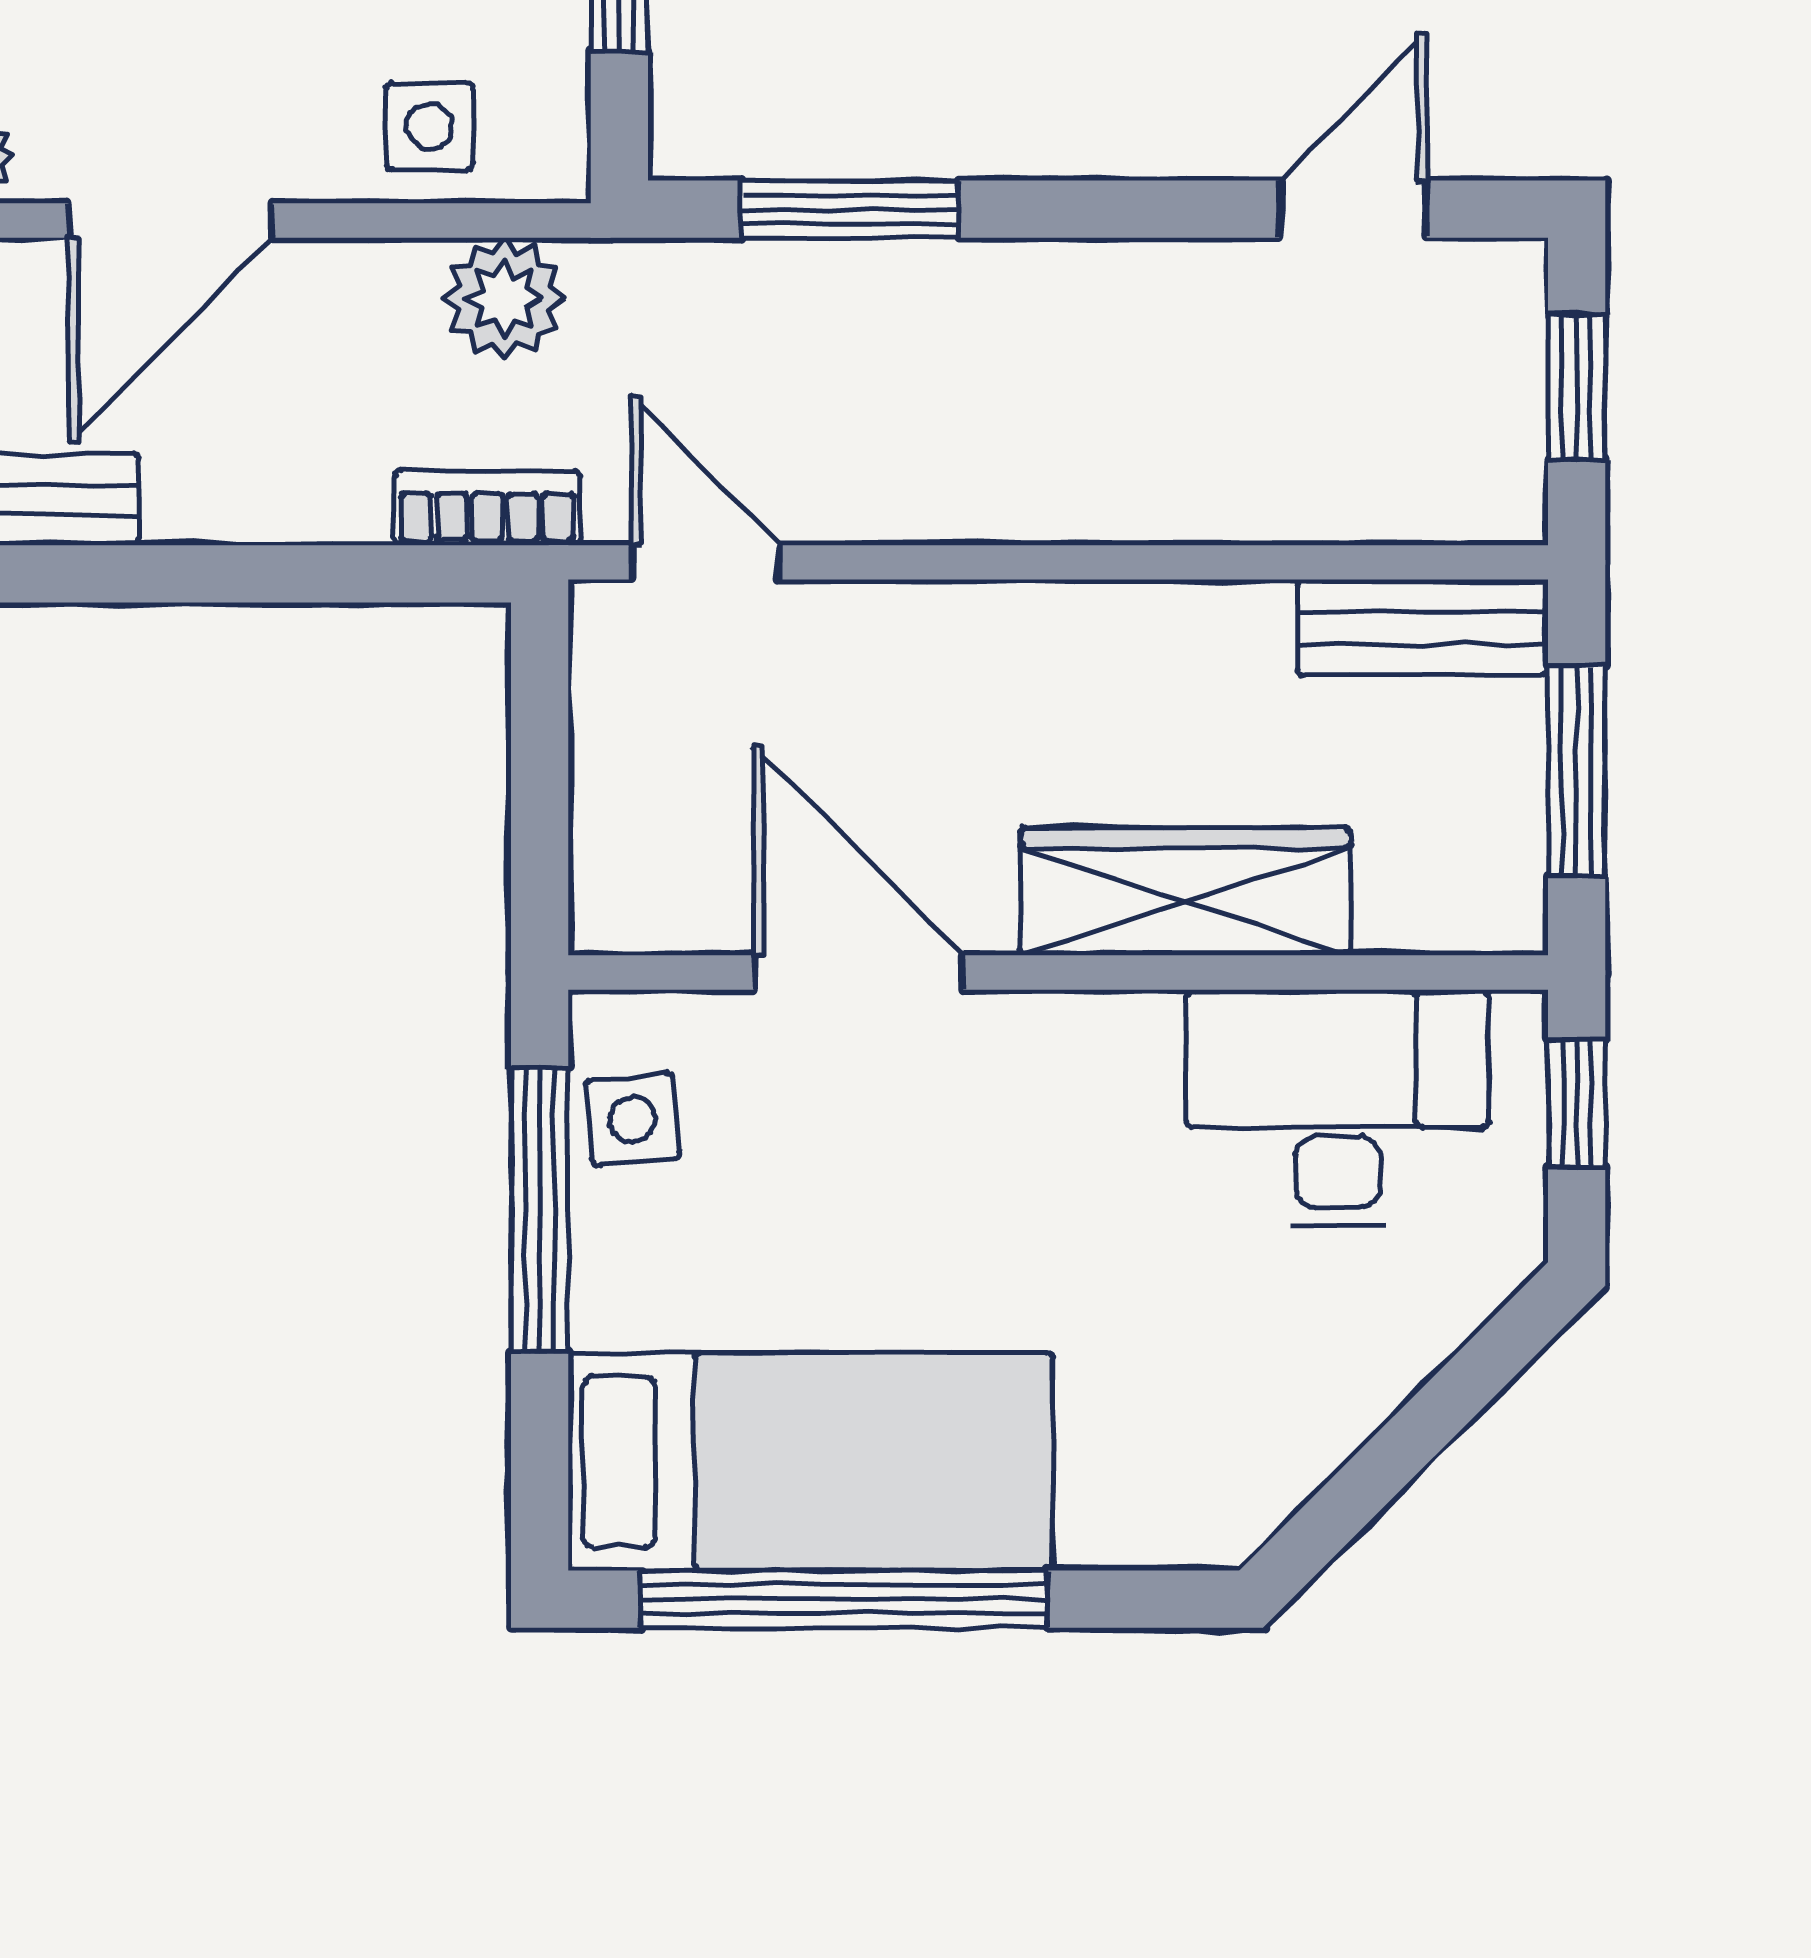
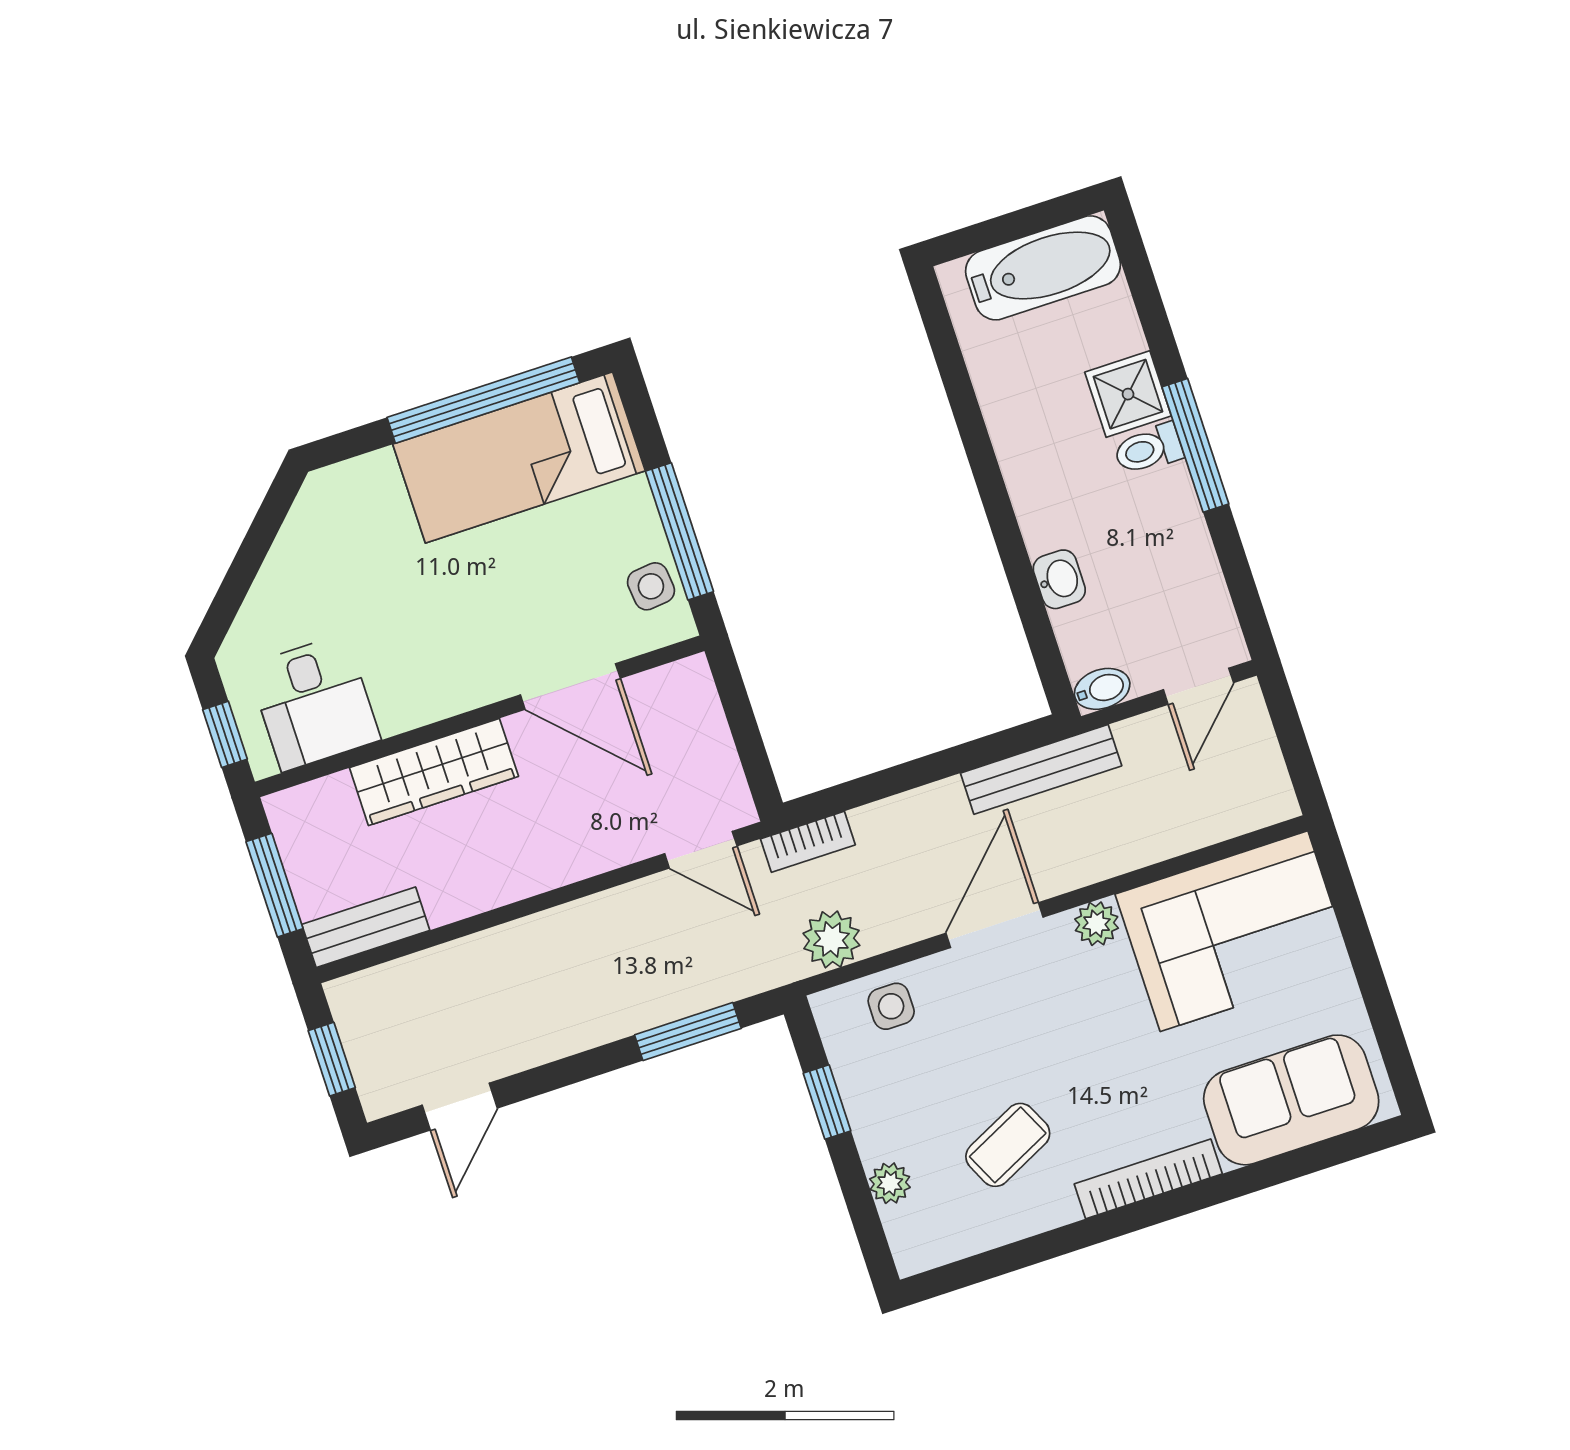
desk: (1338, 1108) -> (314, 703), width x0.73

